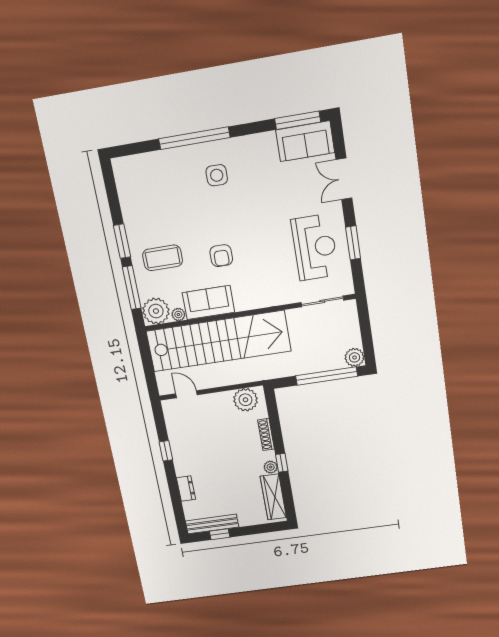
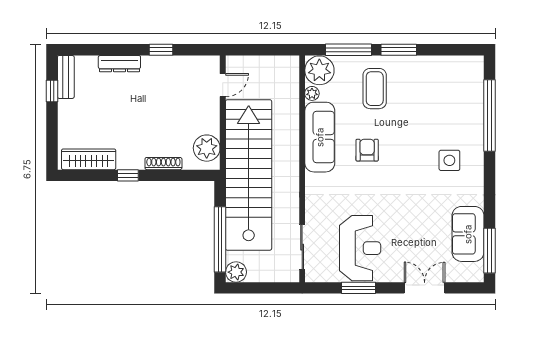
window: (194, 138) -> (489, 116), moved
sofa: (305, 141) -> (468, 234), moved
reception desk: (315, 247) -> (360, 248), turned -90
armchair: (221, 256) -> (367, 150), turned 90
sofa: (208, 303) -> (320, 137), width x1.36
stairs: (218, 341) -> (249, 175), moved, turned 180
plant: (271, 467) -> (125, 162), removed
dresser: (186, 488) -> (119, 64), width x1.44
bench: (212, 524) -> (66, 77), width x0.73

